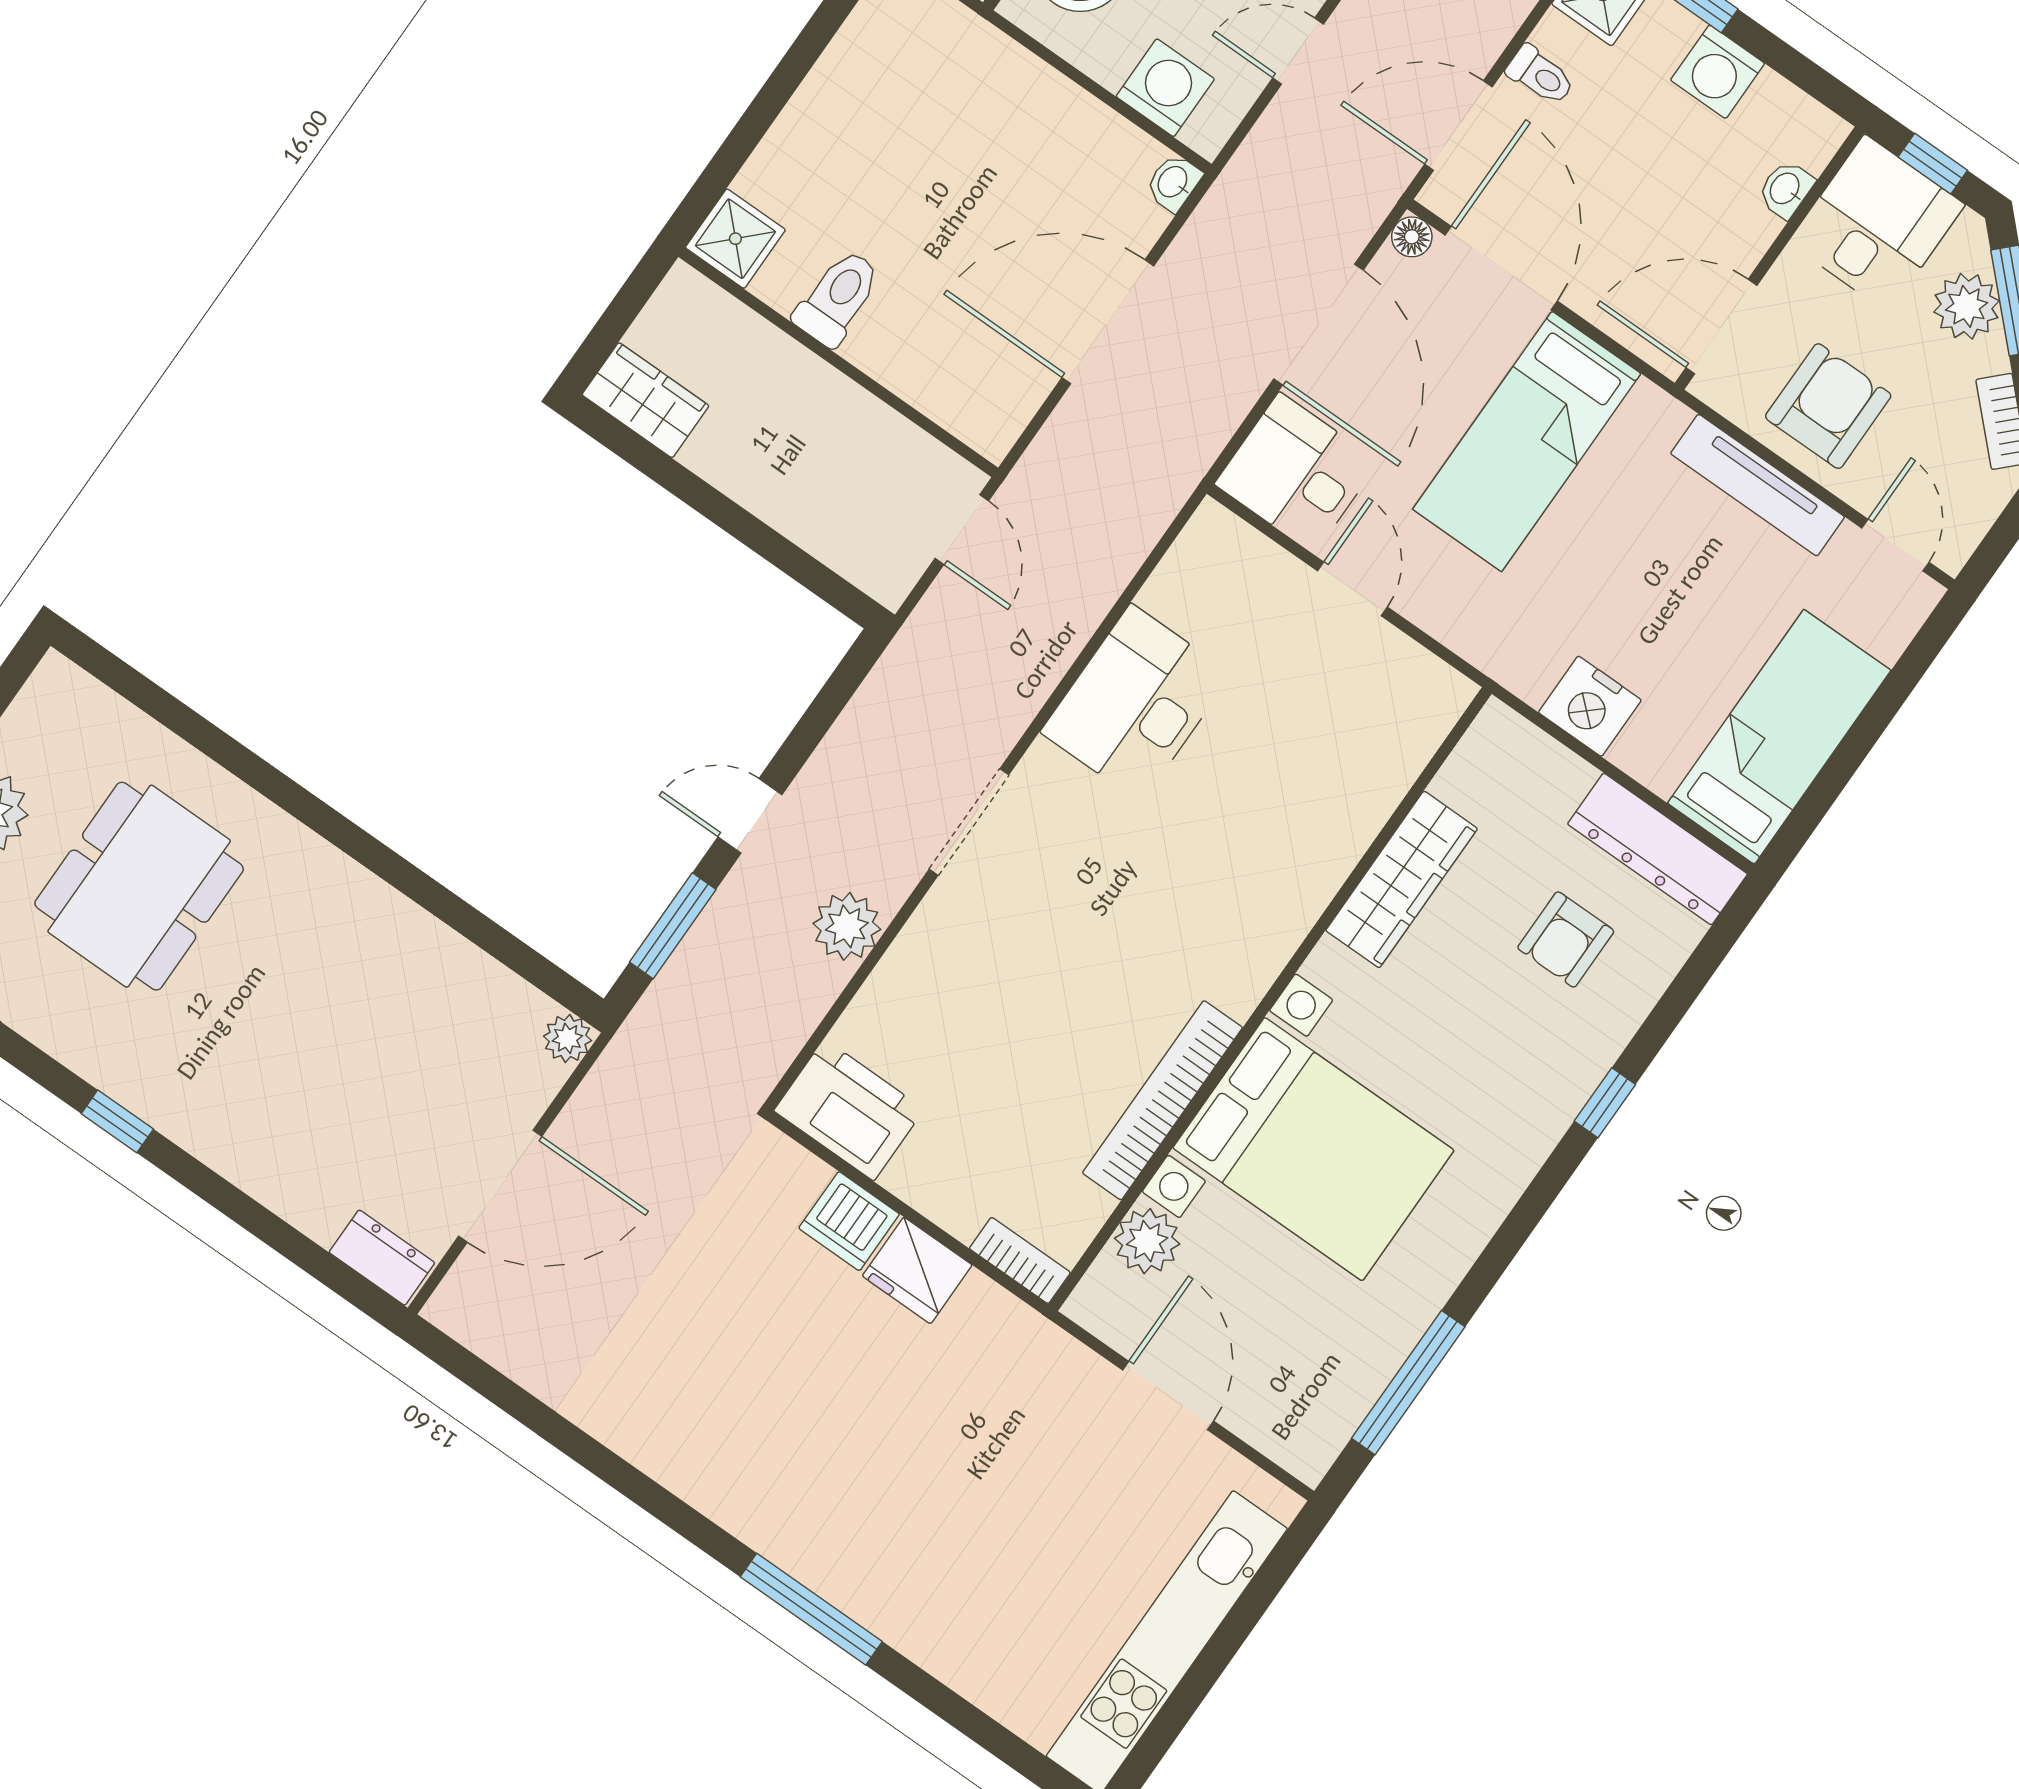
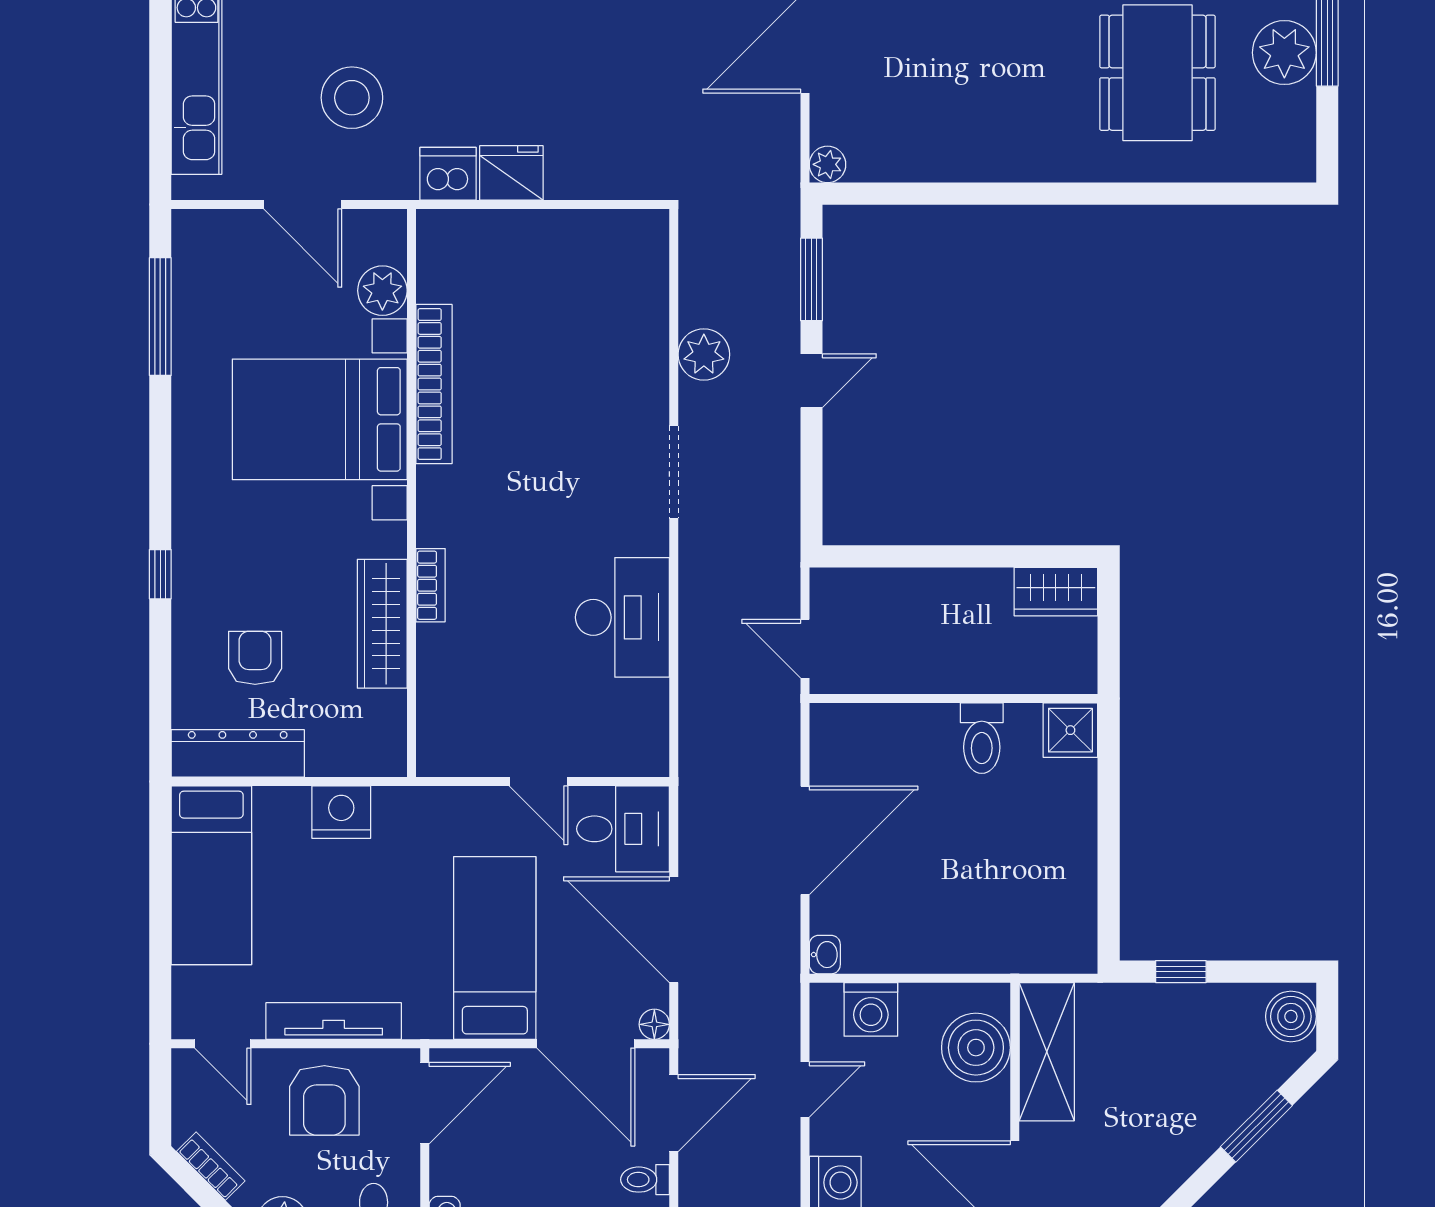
printer: (849, 1110) -> (623, 242), removed
dishwasher: (849, 1221) -> (448, 174), moved
bookcase: (1020, 1260) -> (431, 585), moved, turned -90
stool: (1033, 1474) -> (352, 98), added

